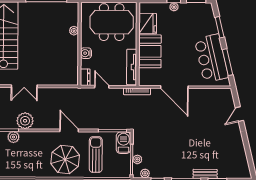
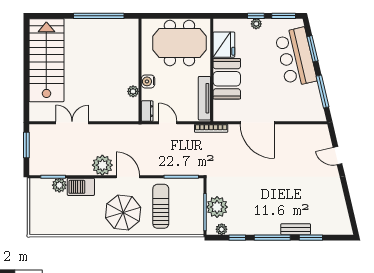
plant: (74, 31) -> (133, 91), moved
bar counter: (211, 58) -> (296, 57), moved
double door: (24, 86) -> (72, 123), swing flipped
door: (239, 114) -> (338, 156), hinge flipped
plant: (25, 121) -> (102, 165), moved
barbecue: (123, 143) -> (81, 187), moved, turned -90
plant: (137, 159) -> (217, 207), width x1.87, depth x1.87

